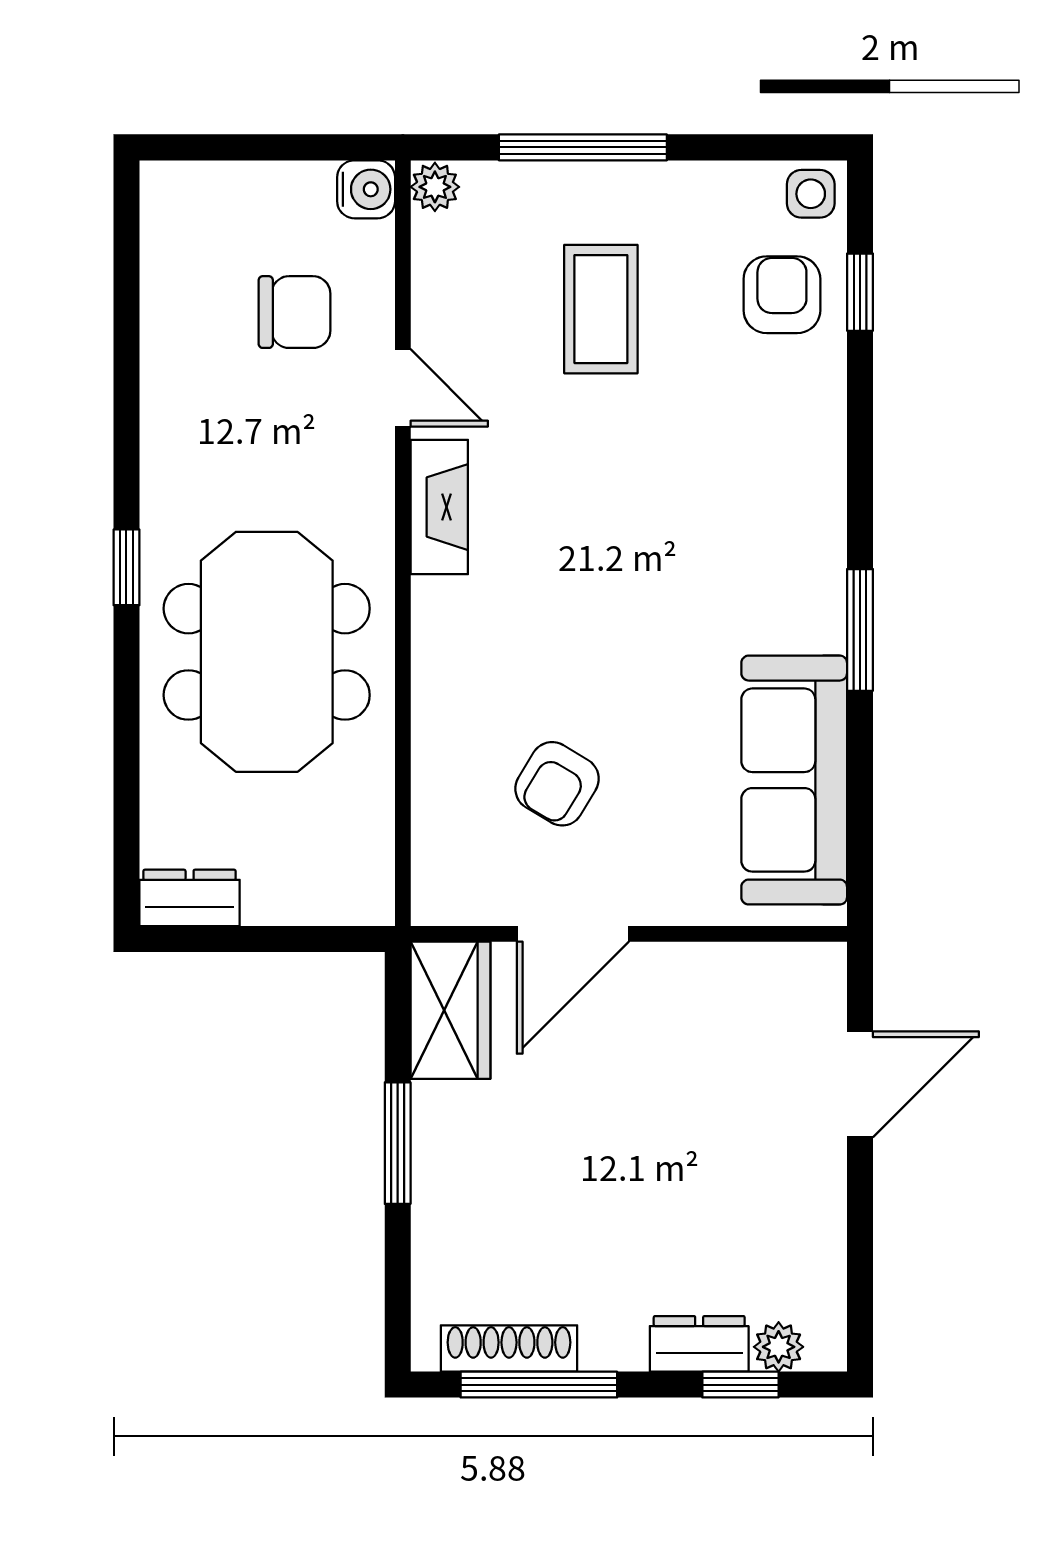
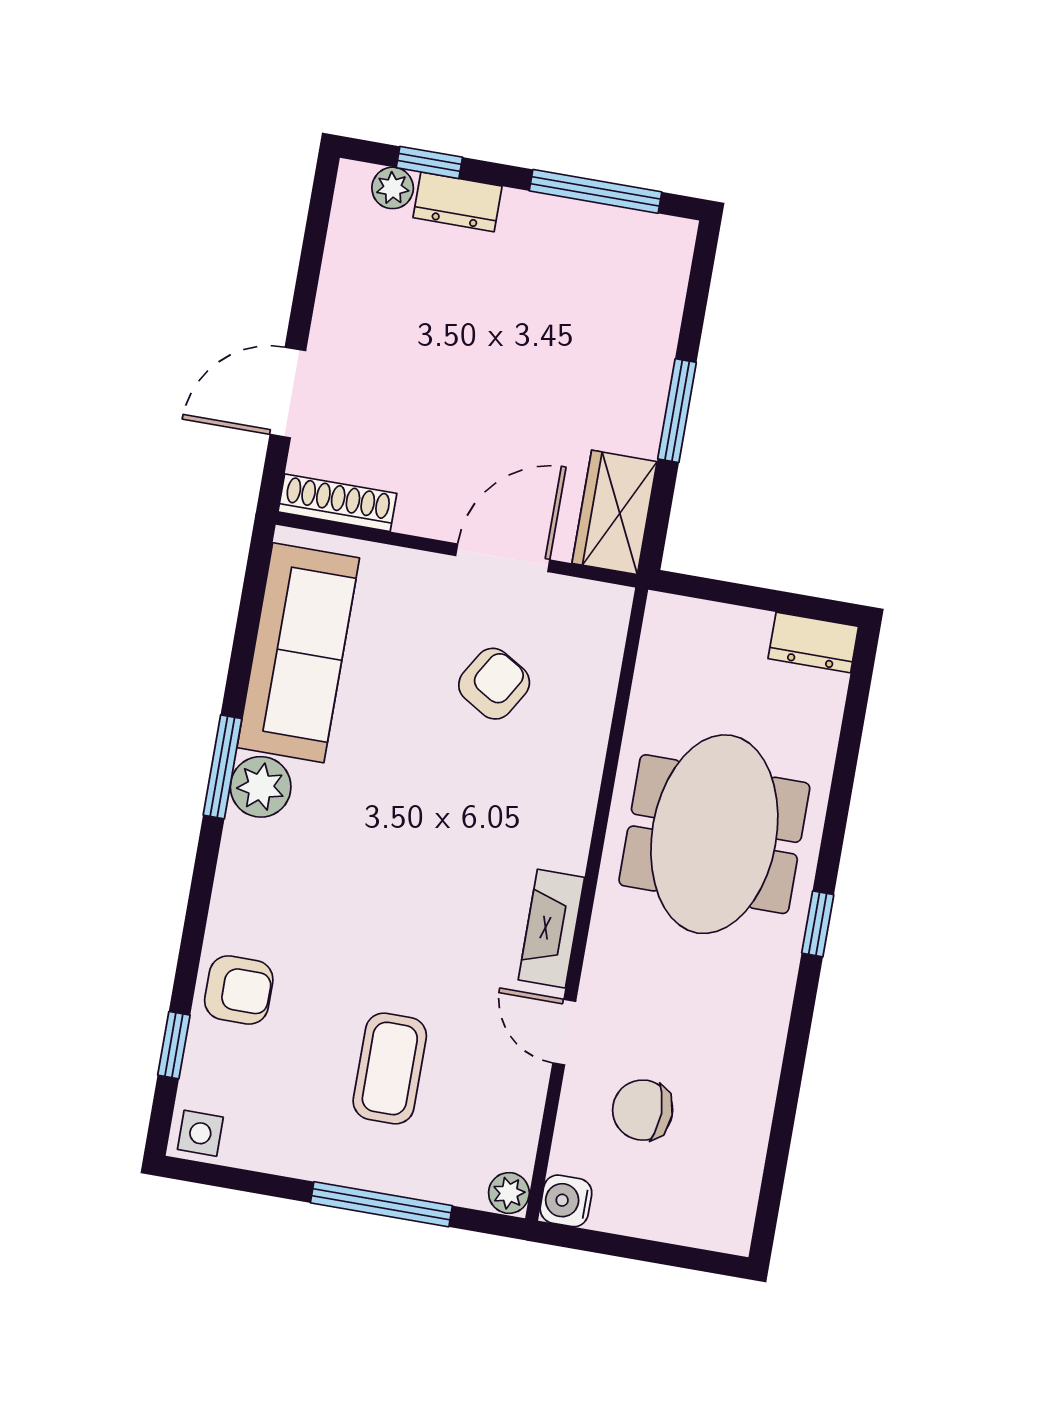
armchair: (782, 295) -> (239, 990), moved, turned -90
plant: (811, 614) -> (261, 787), added
shoe rack: (509, 1348) -> (337, 503), moved, turned 180

